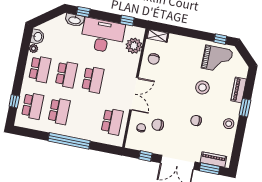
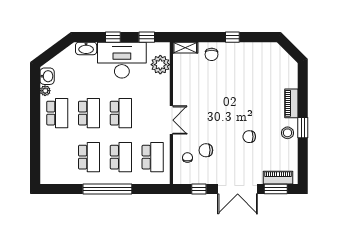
window: (83, 12) -> (113, 37), moved
window: (220, 39) -> (232, 37), moved
chair: (154, 59) -> (212, 54), moved
grand piano: (217, 59) -> (259, 61), removed
stool: (202, 87) -> (249, 97), removed
piano: (239, 90) -> (291, 103), moved
double door: (134, 94) -> (171, 120), width x0.73
window: (14, 101) -> (35, 156), removed
school desk: (33, 106) -> (121, 157), moved
window: (245, 108) -> (303, 128), moved

